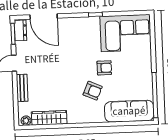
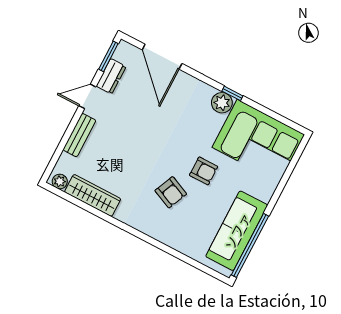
plant: (92, 23) -> (222, 103), added
dresser: (20, 30) -> (111, 76), moved
sofa: (129, 111) -> (237, 231), moved, turned -90

